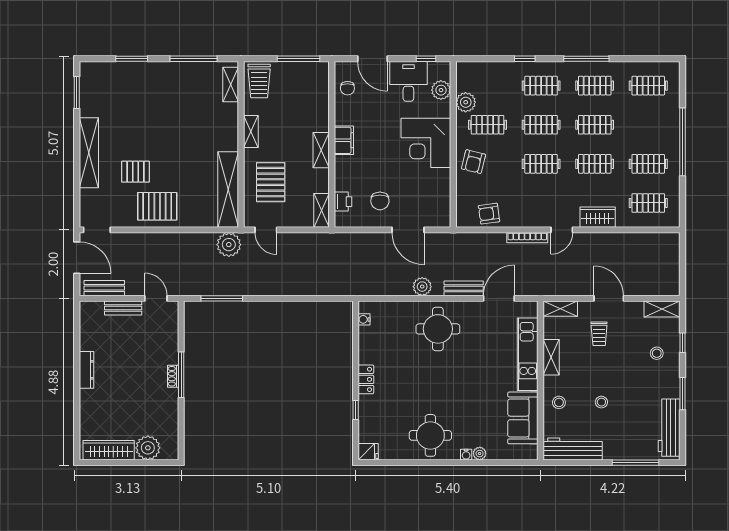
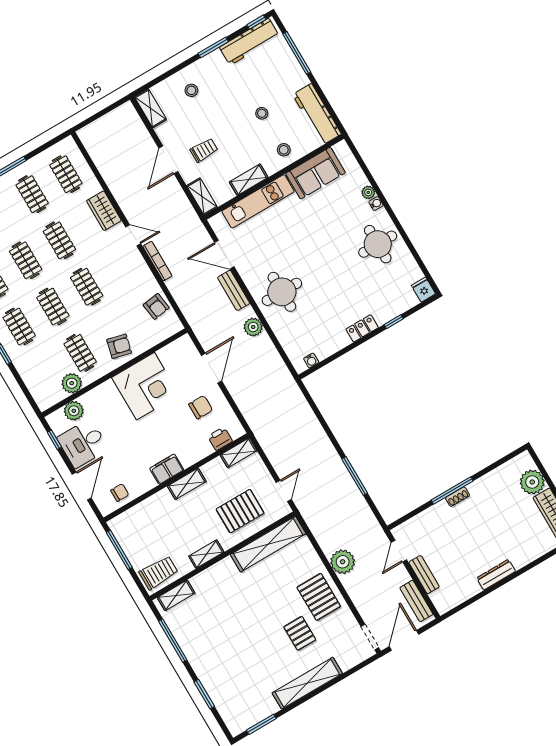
corner desk: (426, 143) -> (145, 386), moved
plant: (229, 245) -> (343, 562), moved
window: (222, 298) -> (355, 476), moved
window: (683, 343) -> (256, 22), moved

